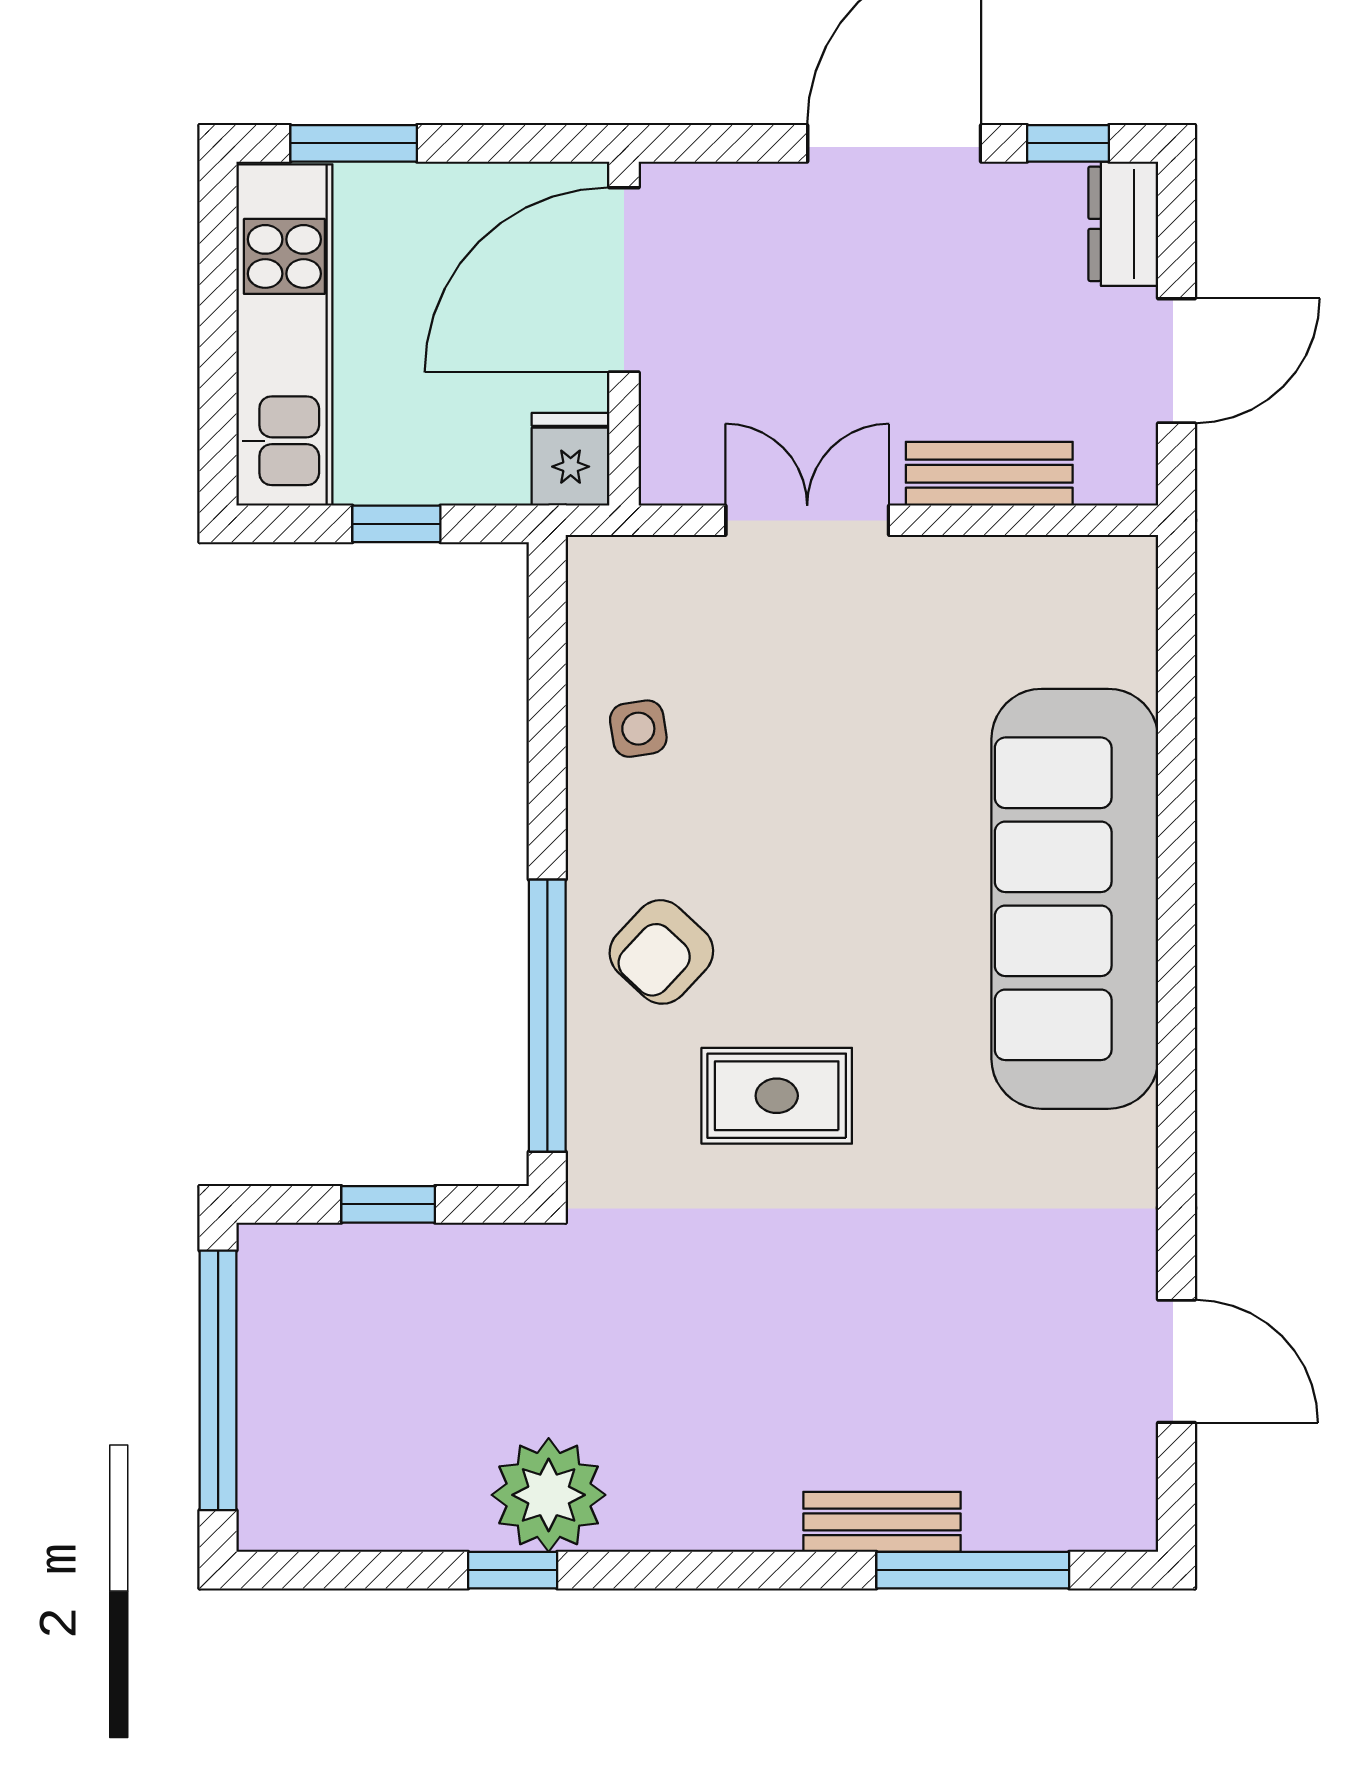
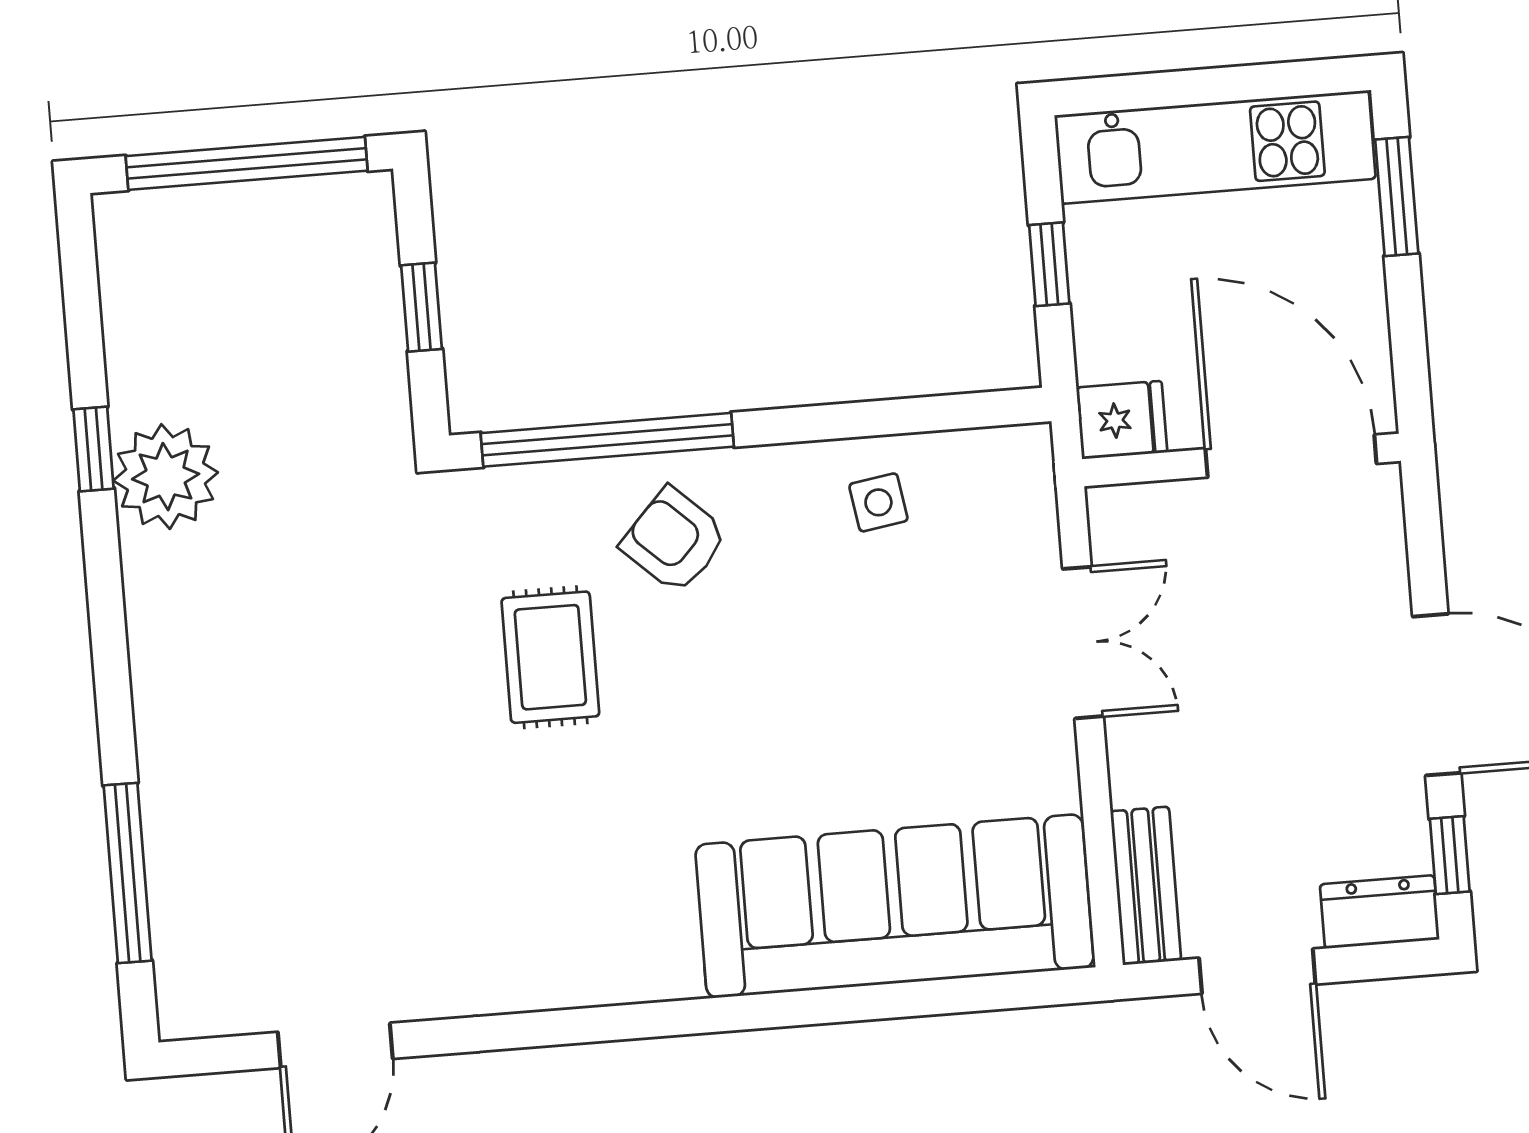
bench: (989, 474) -> (1146, 886), moved
sofa: (1075, 899) -> (894, 906), moved
bench: (882, 1522) -> (165, 786), removed

